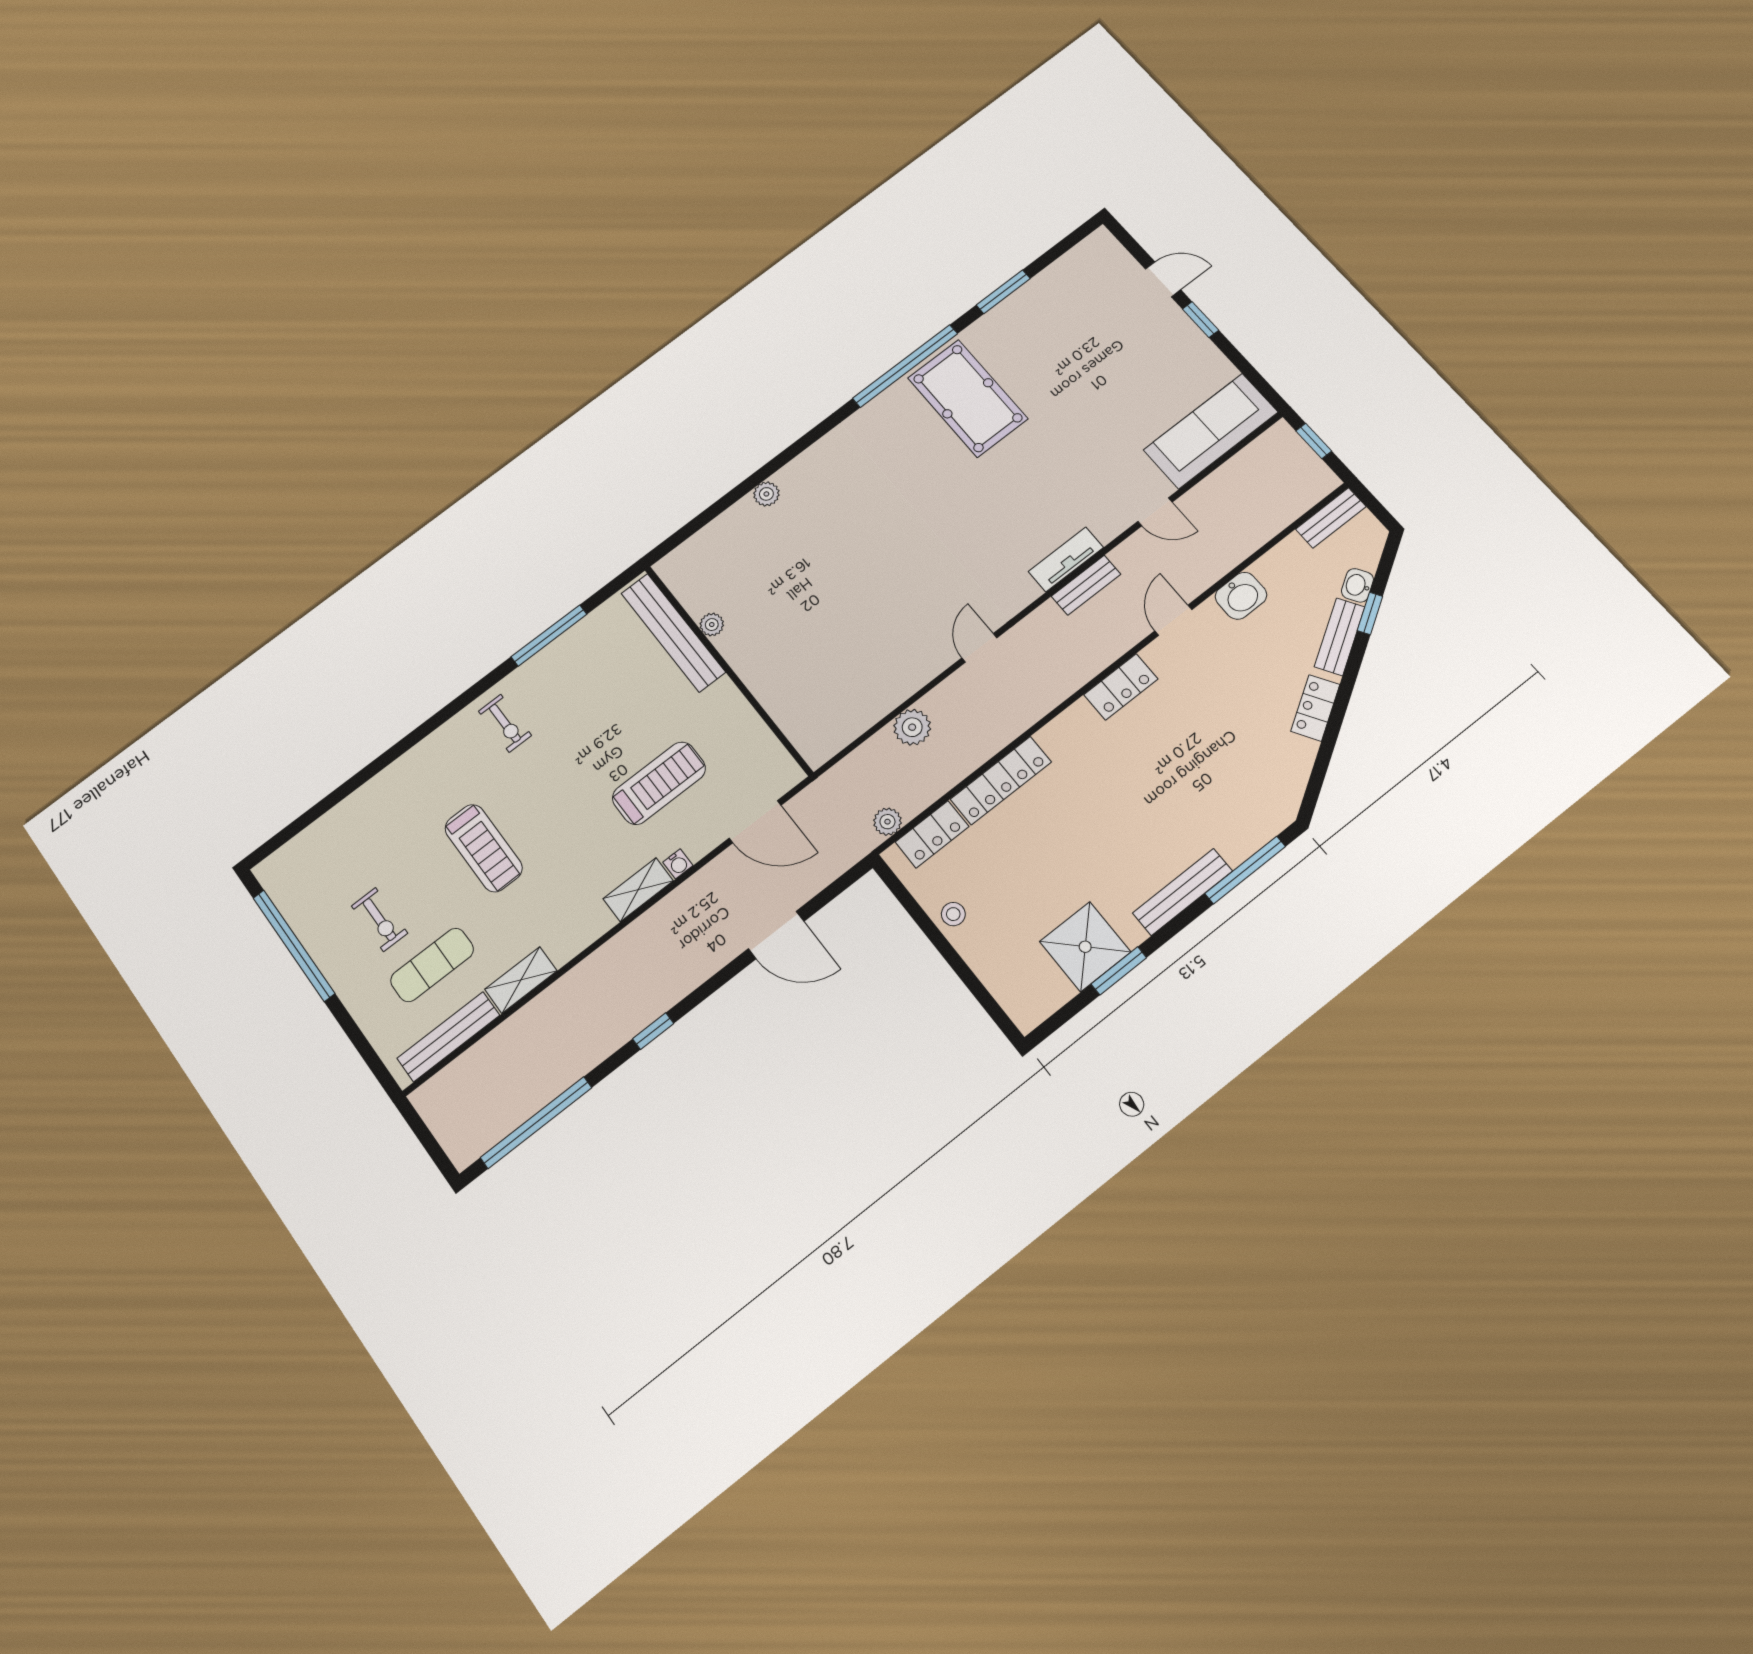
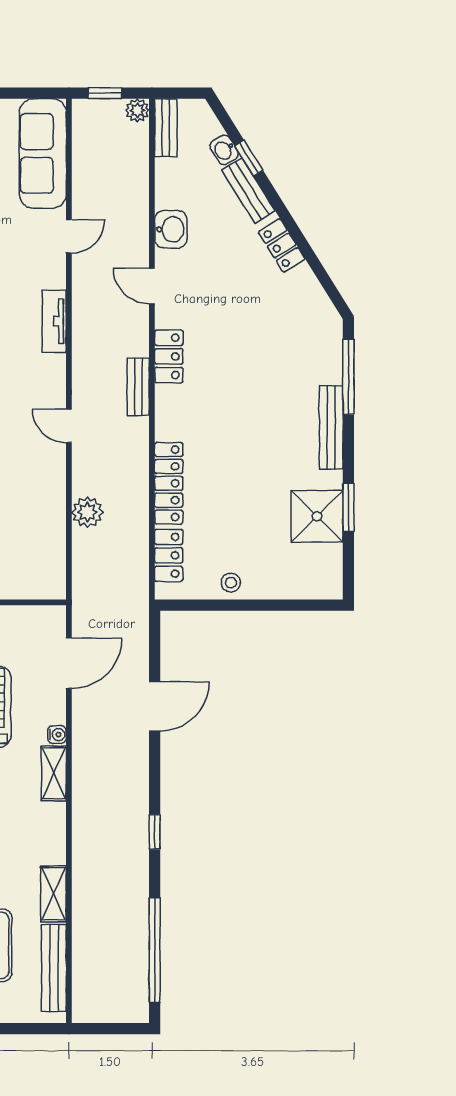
bench: (1086, 585) -> (138, 387), moved
plant: (887, 822) -> (137, 110), moved

